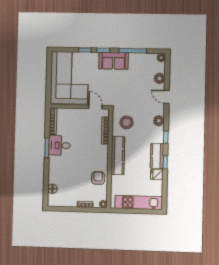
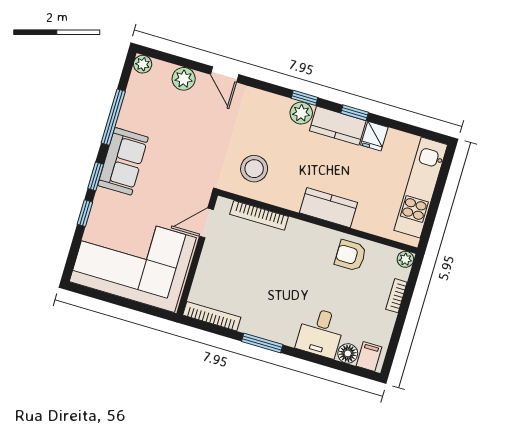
door: (167, 97) -> (225, 74), hinge flipped
plant: (159, 121) -> (301, 113), moved
desk: (59, 145) -> (321, 333), moved
kitchen counter: (118, 155) -> (329, 208), width x0.67
filing cabinet: (54, 199) -> (369, 357), added

